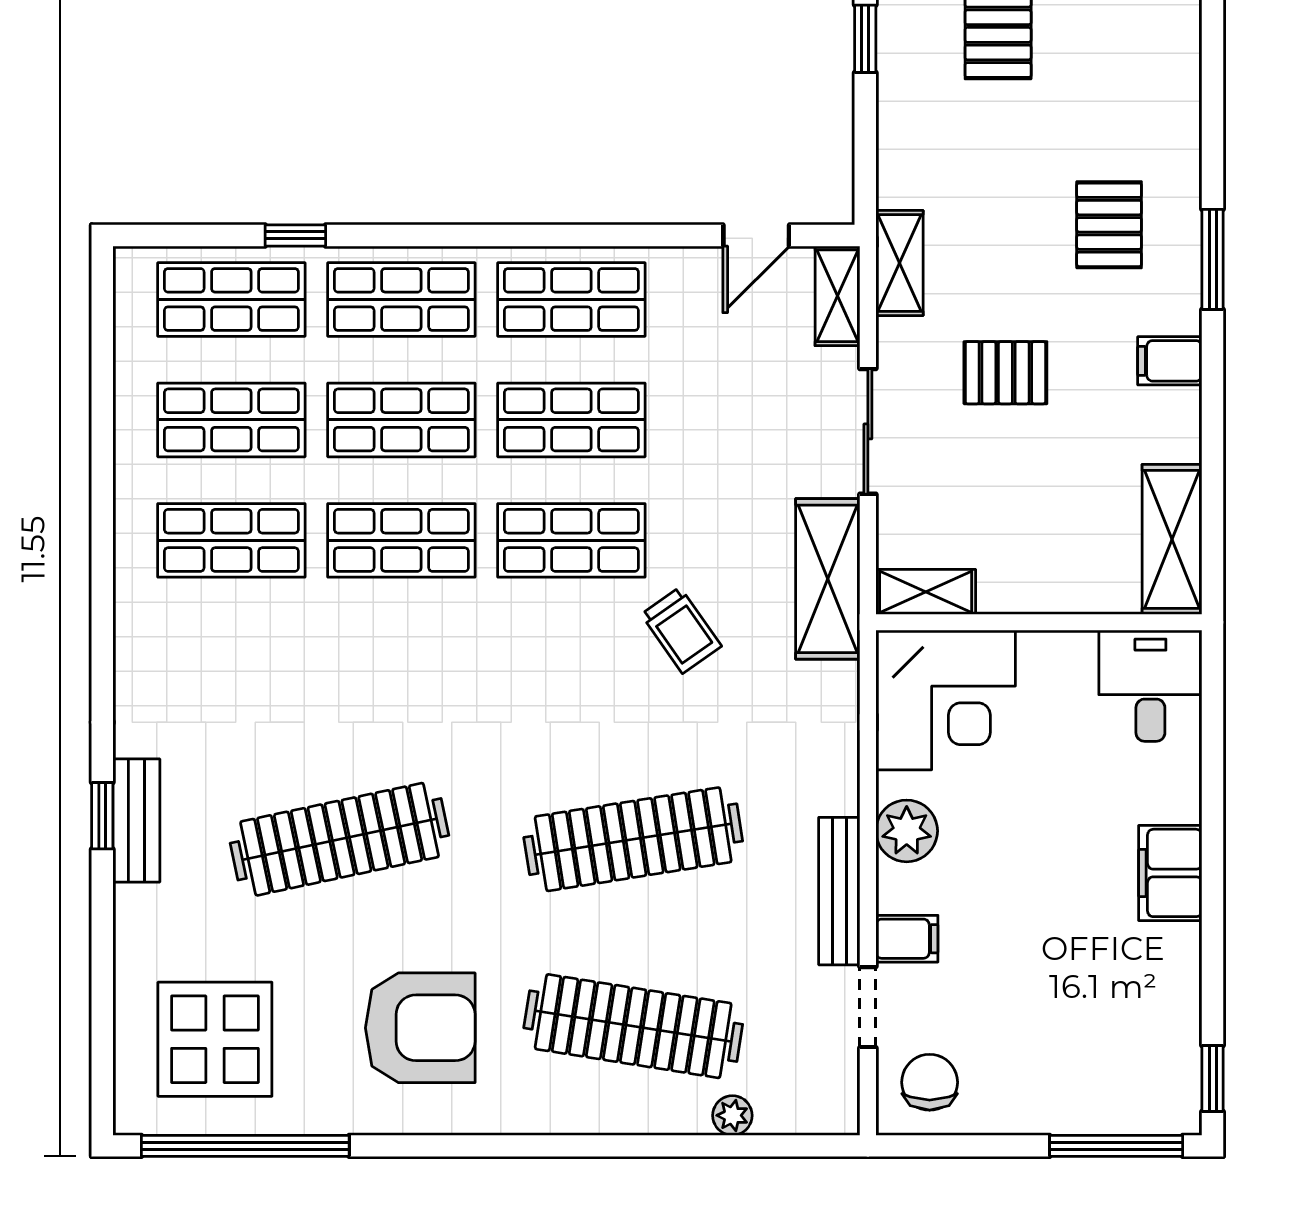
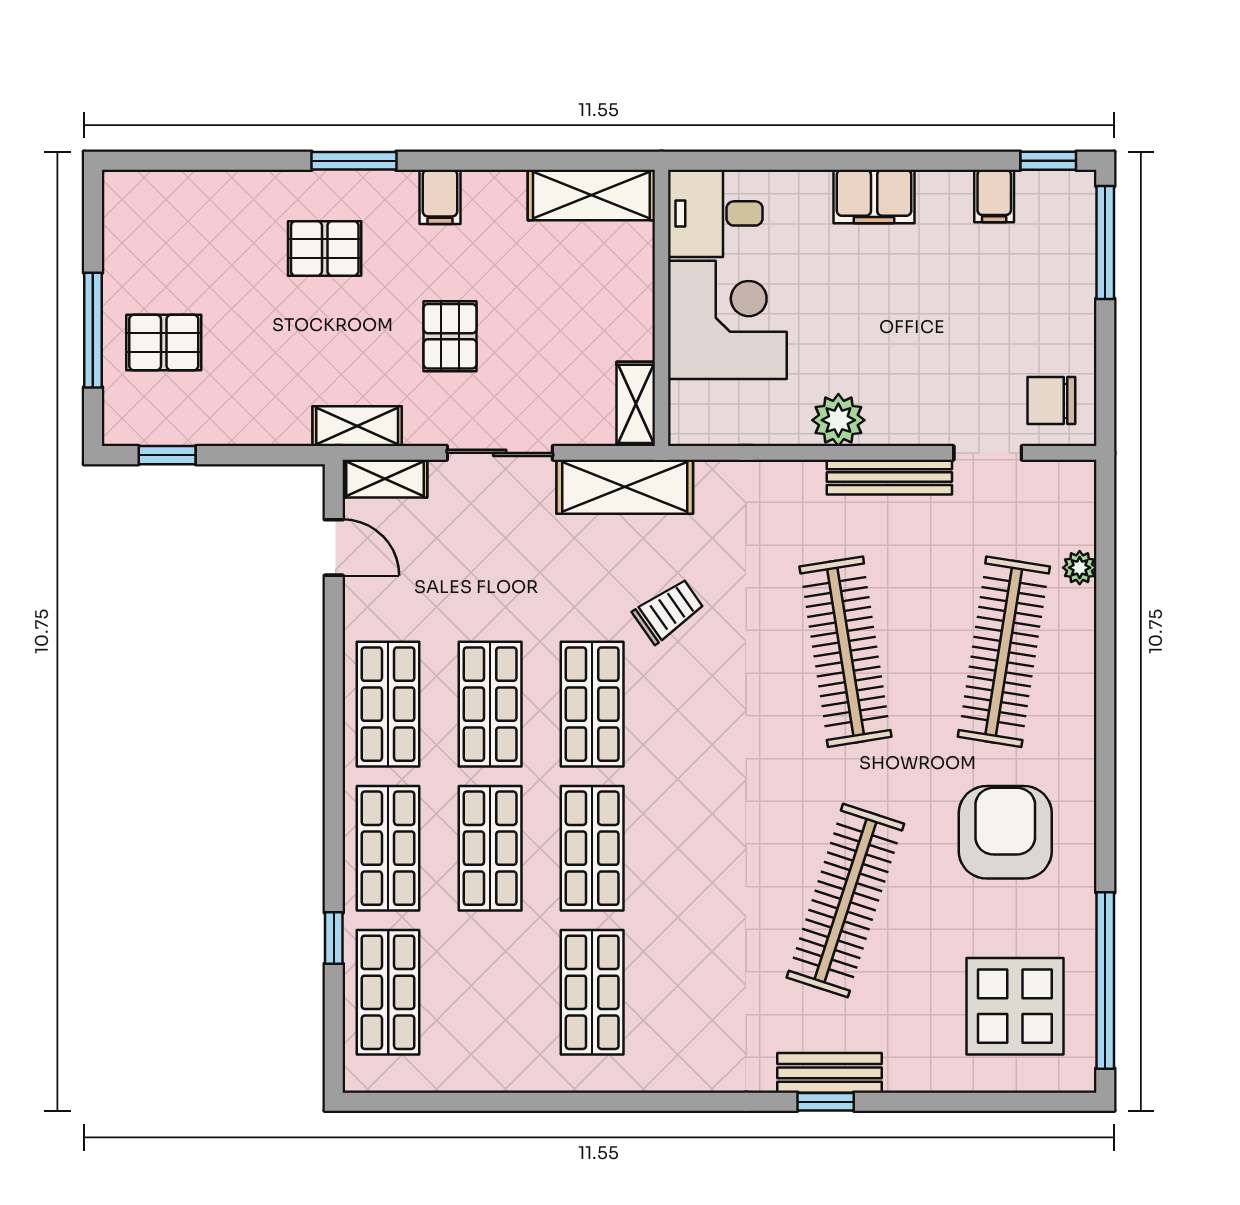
shop shelf: (231, 420) -> (490, 992), removed
corner desk: (946, 700) -> (727, 320), moved
clothes rail: (340, 839) -> (845, 901), turned 30
filing cabinet: (907, 939) -> (994, 196), moved, turned 180

